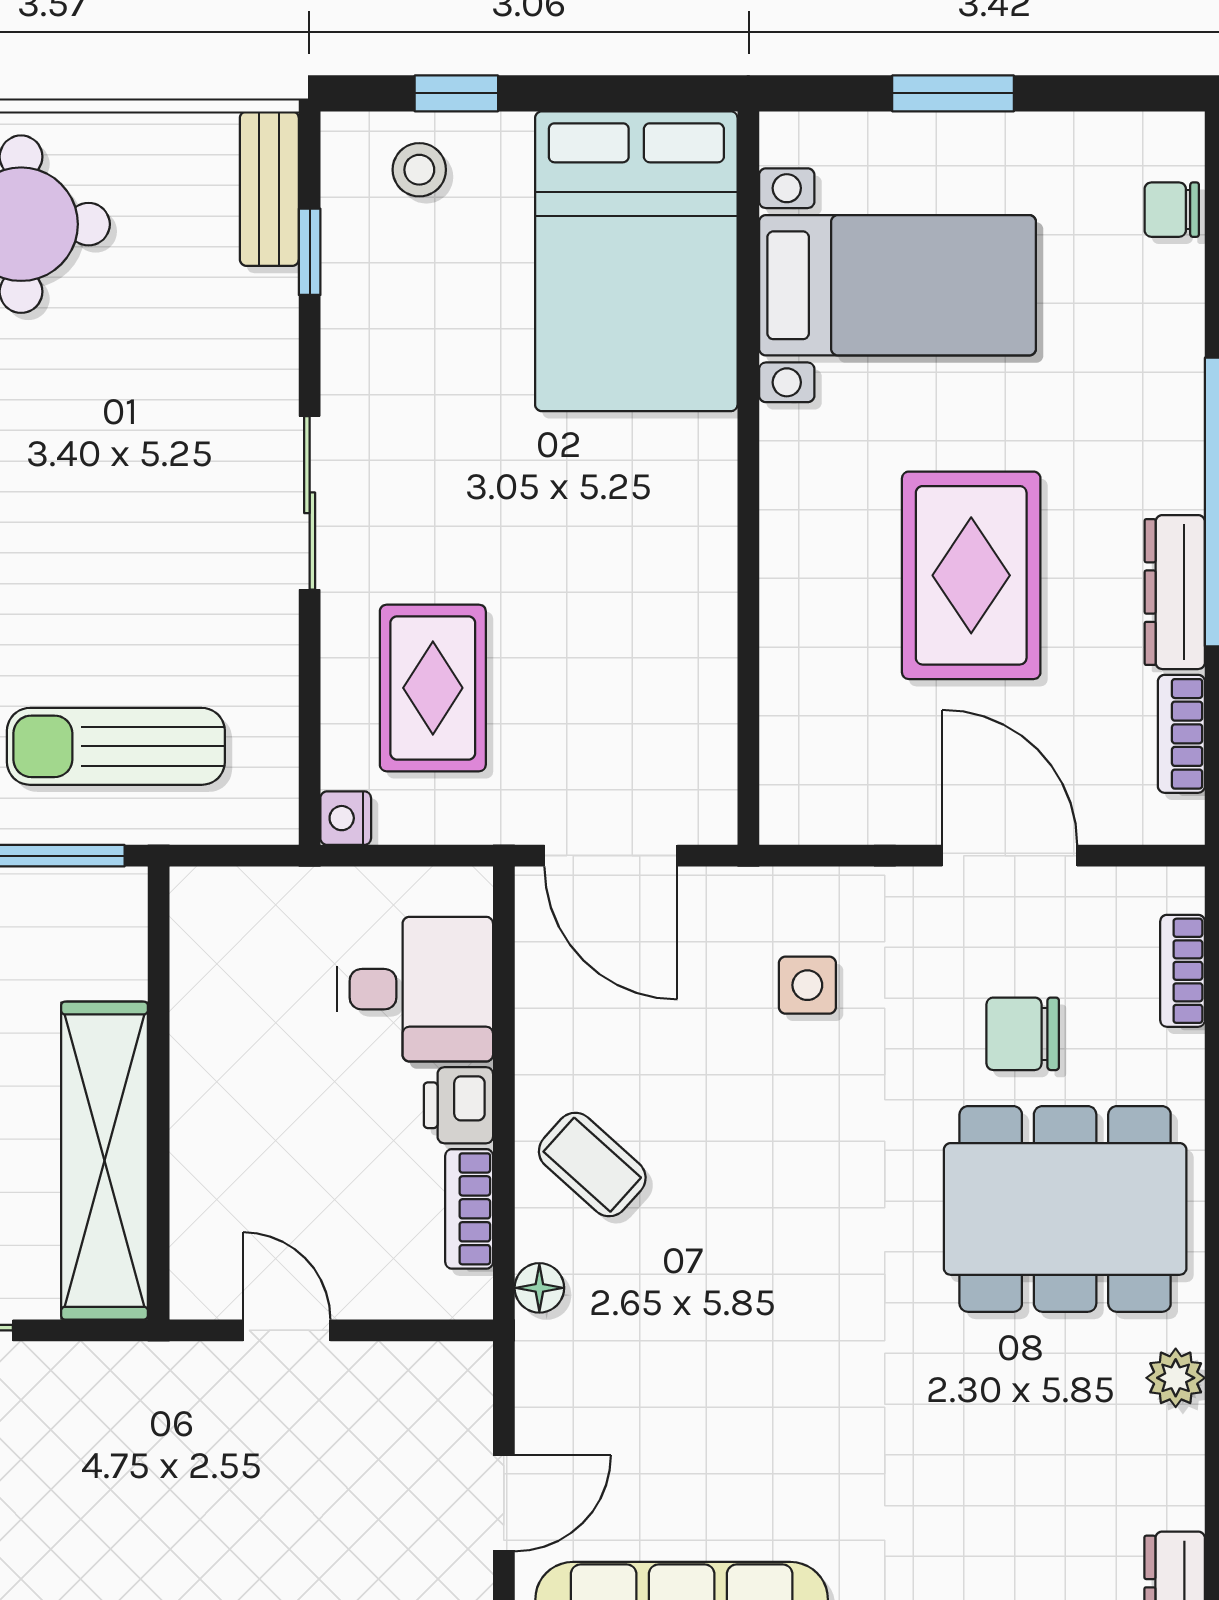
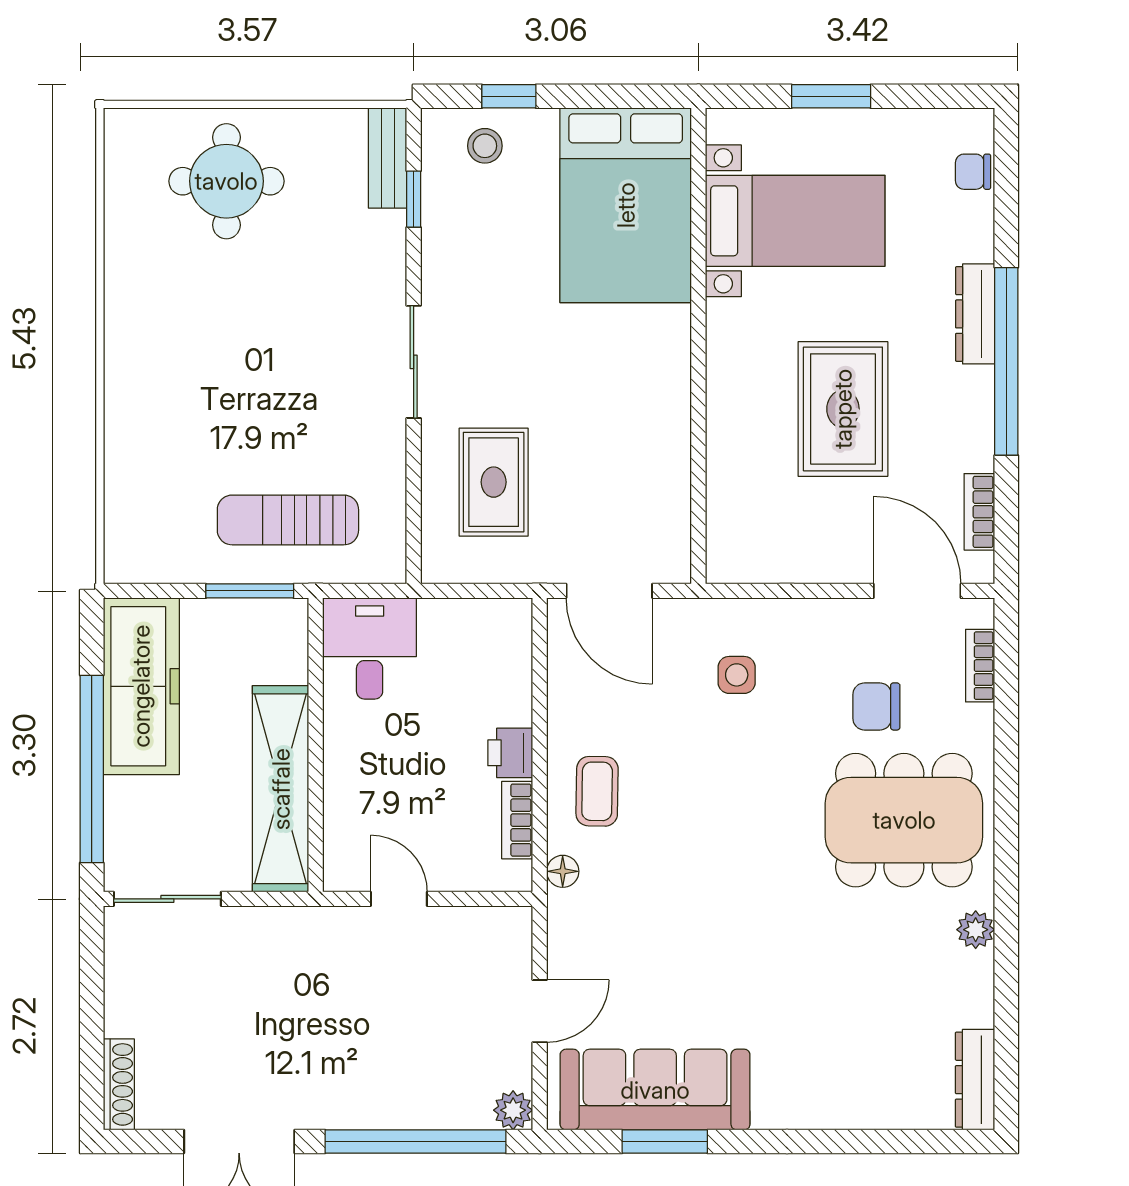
dresser: (1175, 592) -> (975, 314), moved
nightstand: (346, 818) -> (437, 567), removed
door: (1010, 856) -> (917, 591), moved
desk: (415, 989) -> (370, 648), moved, turned -90
coffee table: (592, 1165) -> (597, 791), turned 49

